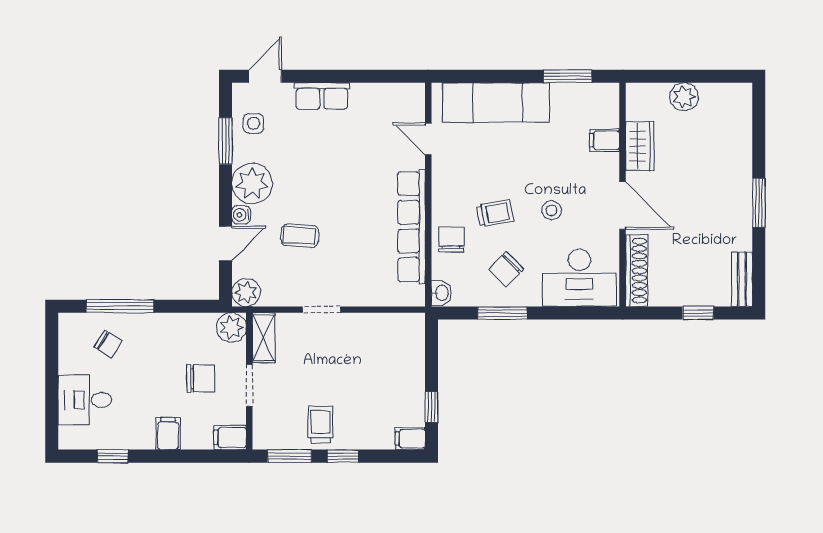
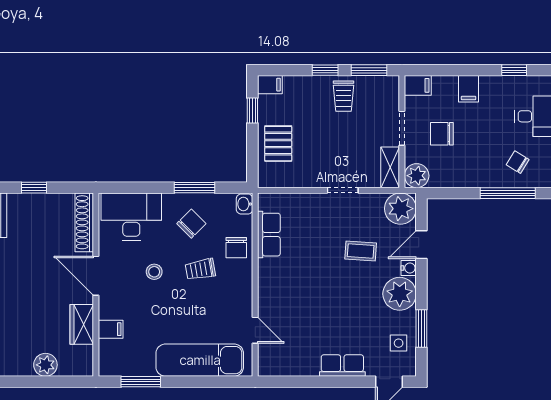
row of seats: (412, 227) -> (269, 235), width x0.50
plant: (246, 292) -> (400, 209), width x1.36, depth x1.36
pallet: (400, 367) -> (278, 144), added

